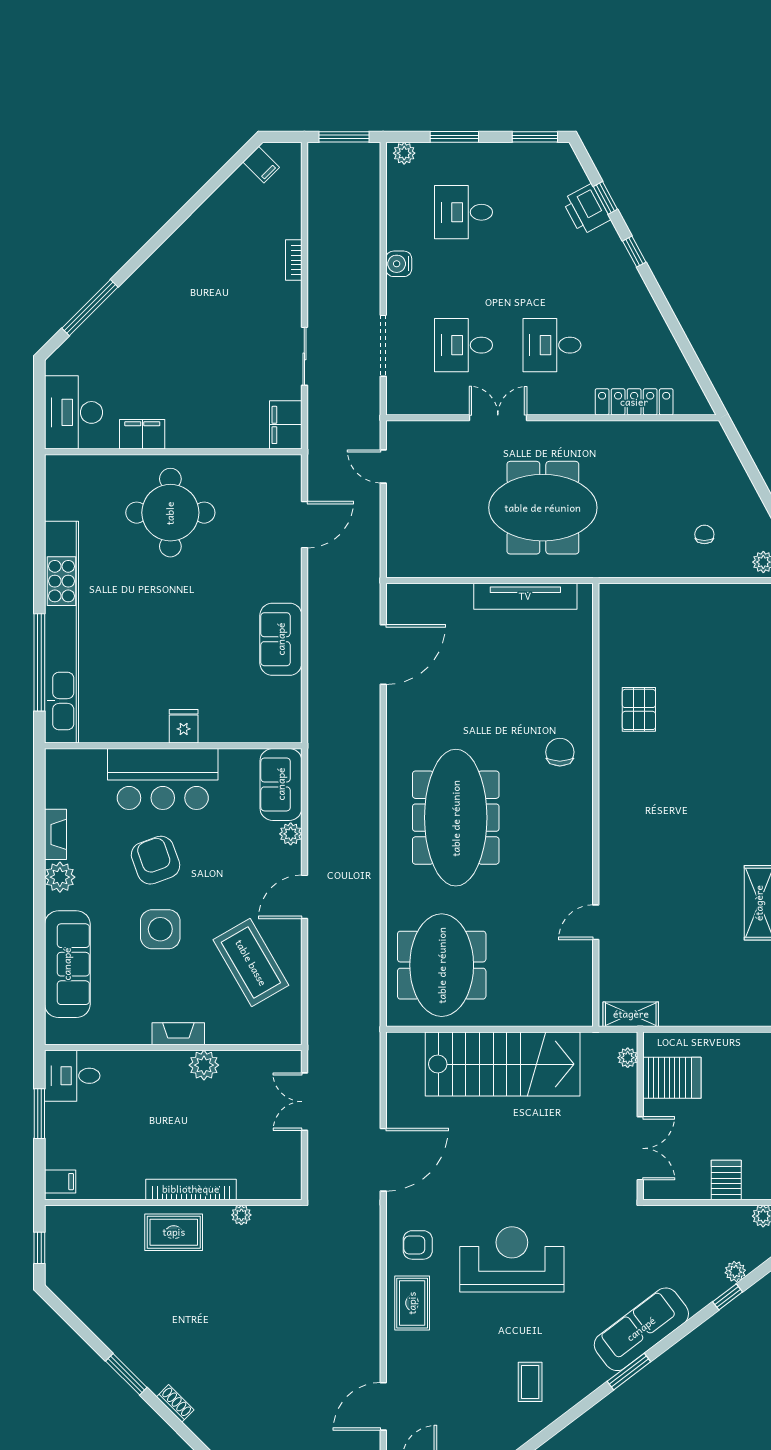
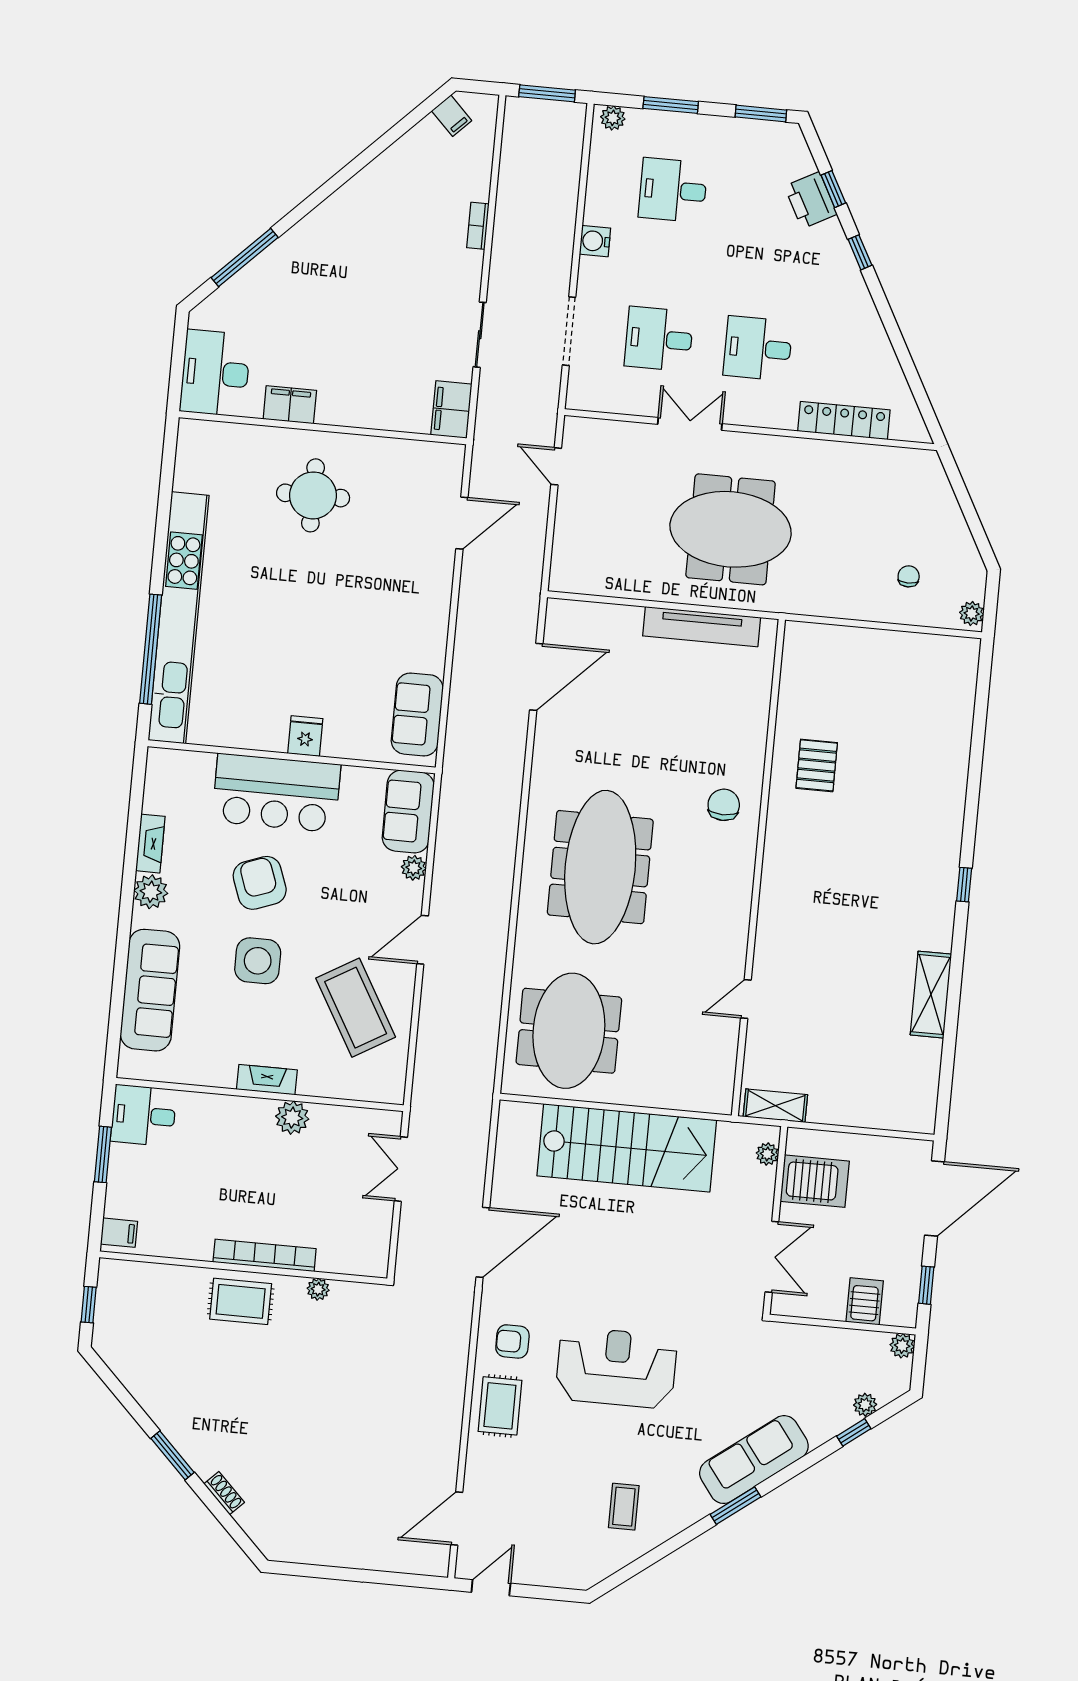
round table: (170, 513) -> (313, 495), width x0.73, depth x0.73
sofa: (281, 639) -> (417, 714), moved

